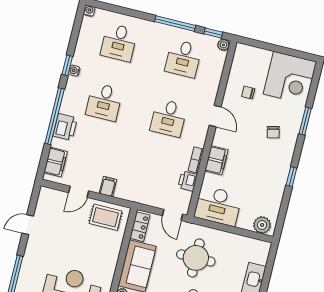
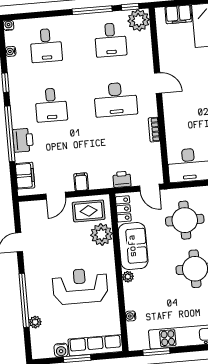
plant: (223, 45) -> (139, 20), width x1.87, depth x1.87
water cooler: (74, 71) -> (11, 51), moved
chair: (248, 93) -> (181, 51), removed
desk: (169, 118) -> (116, 99), width x1.37
filing cabinet: (216, 160) -> (178, 14), moved, turned 90
printer: (188, 181) -> (122, 179), moved, turned 90
plant: (110, 244) -> (101, 234), added

